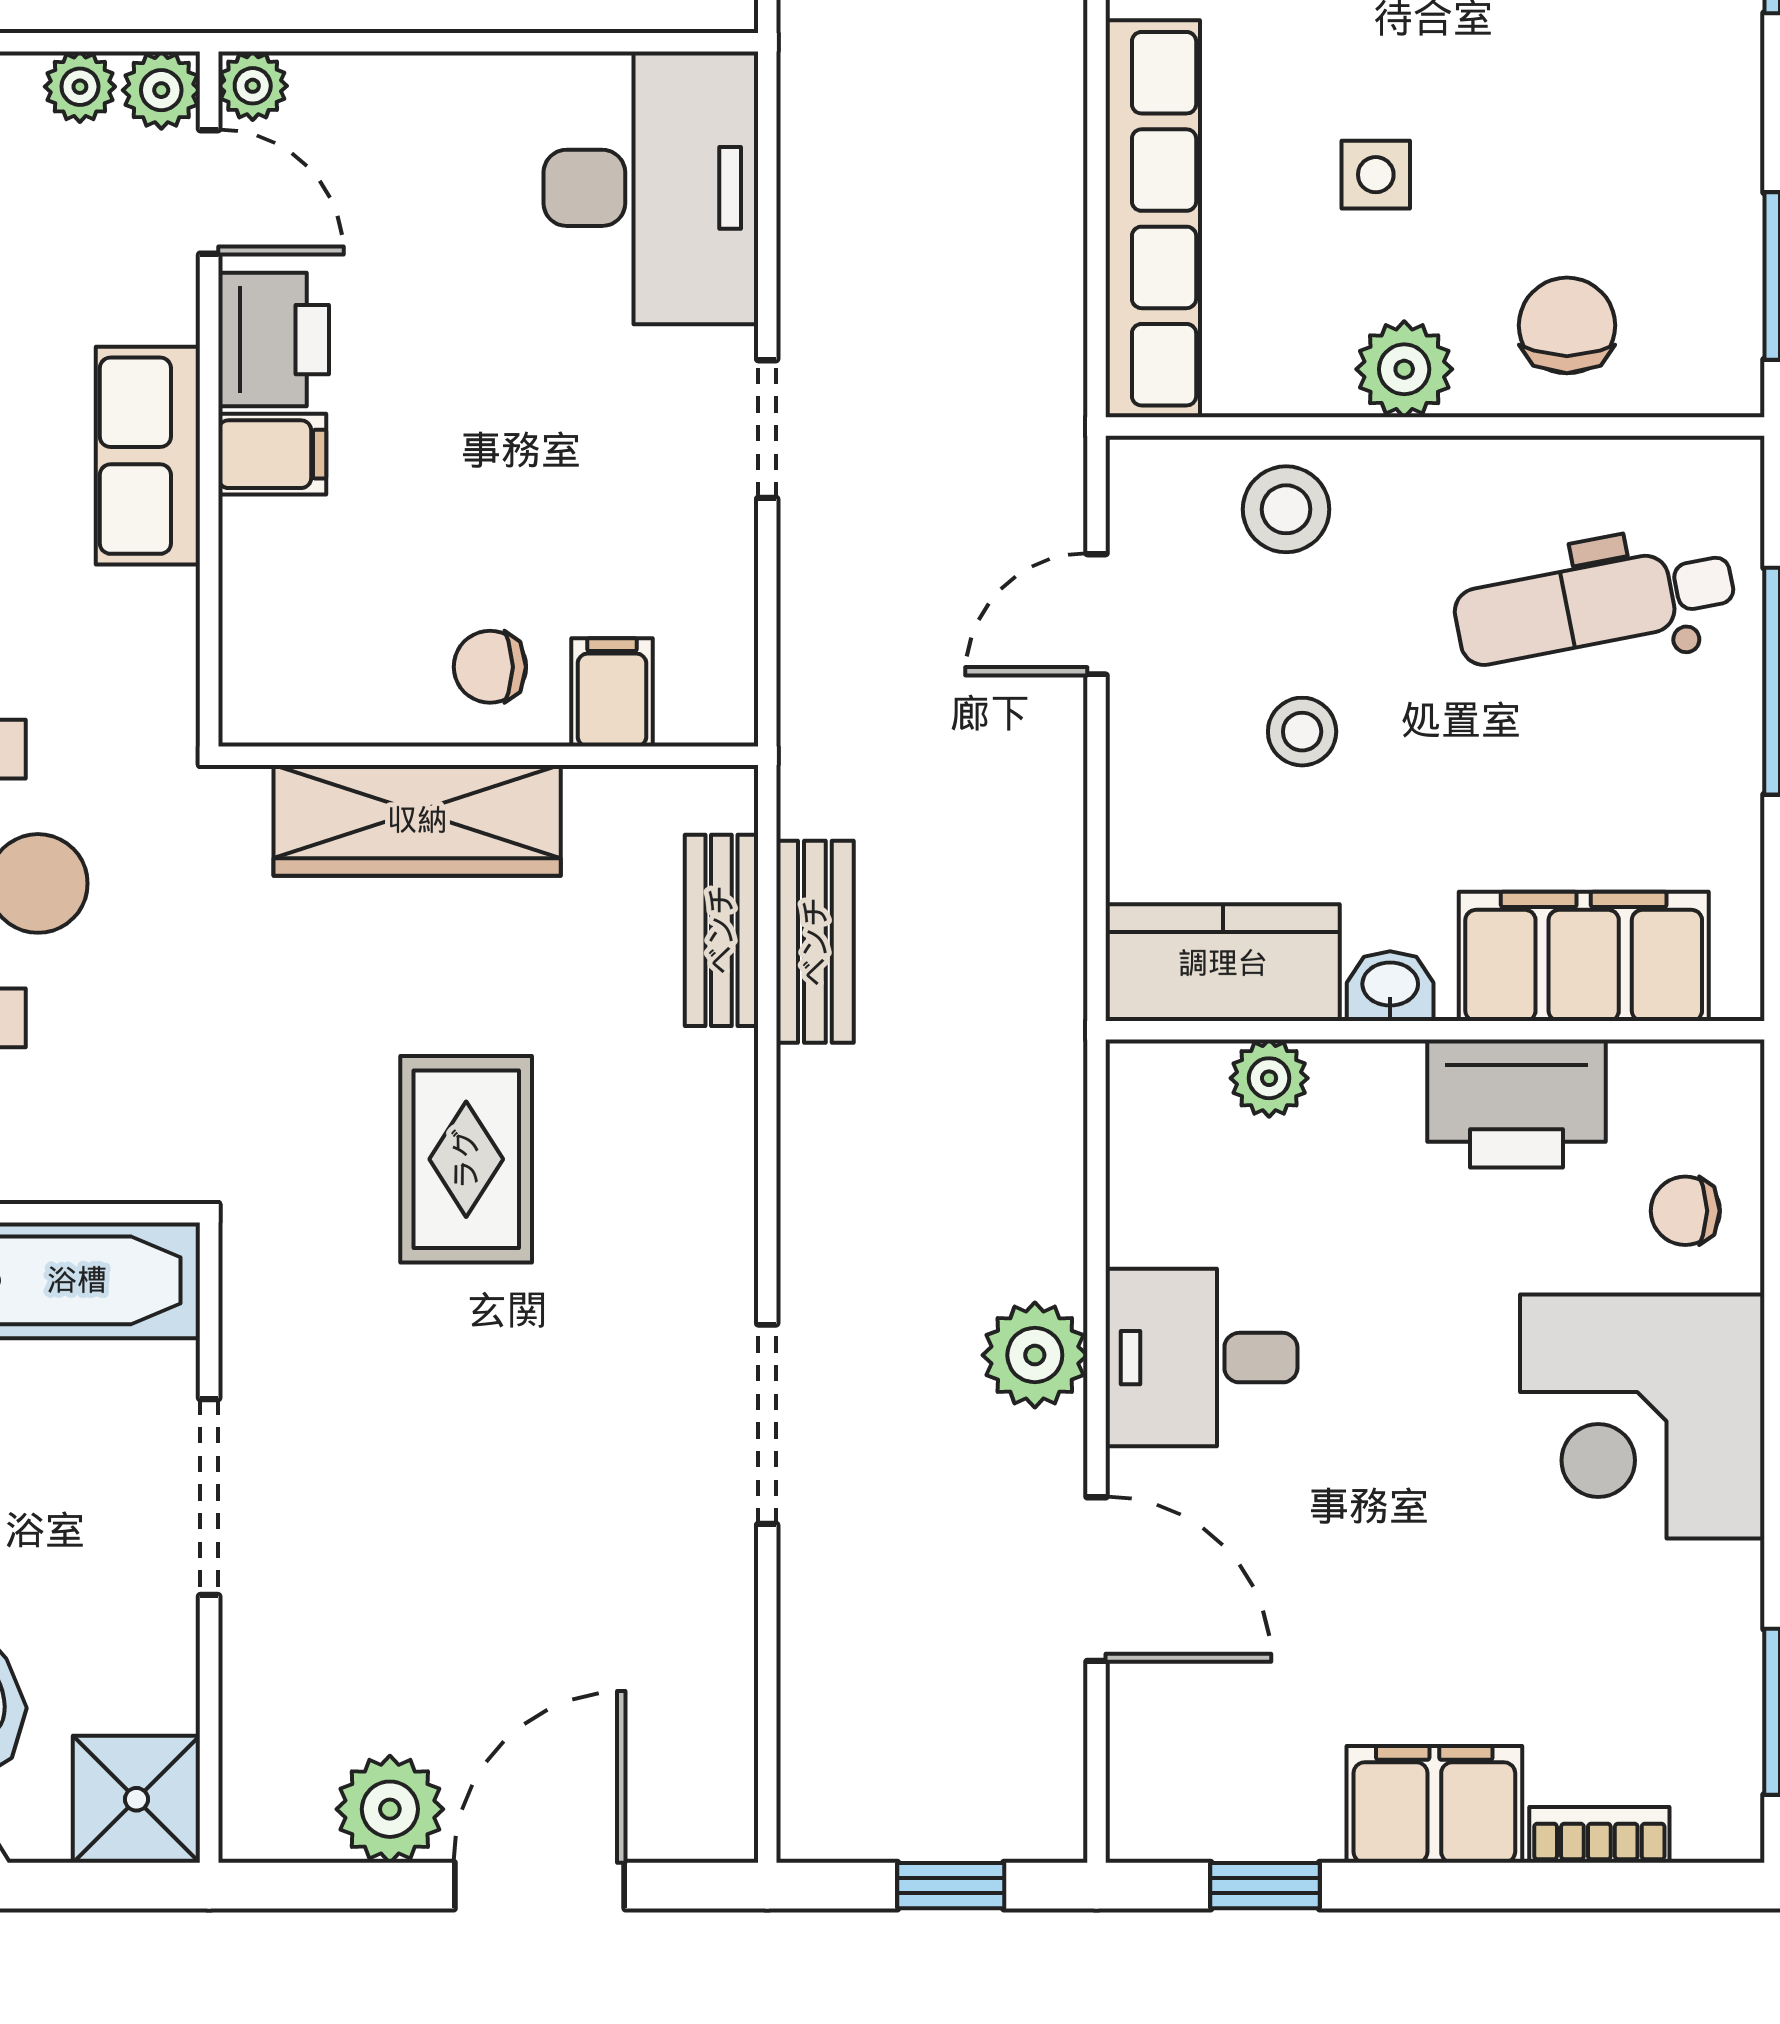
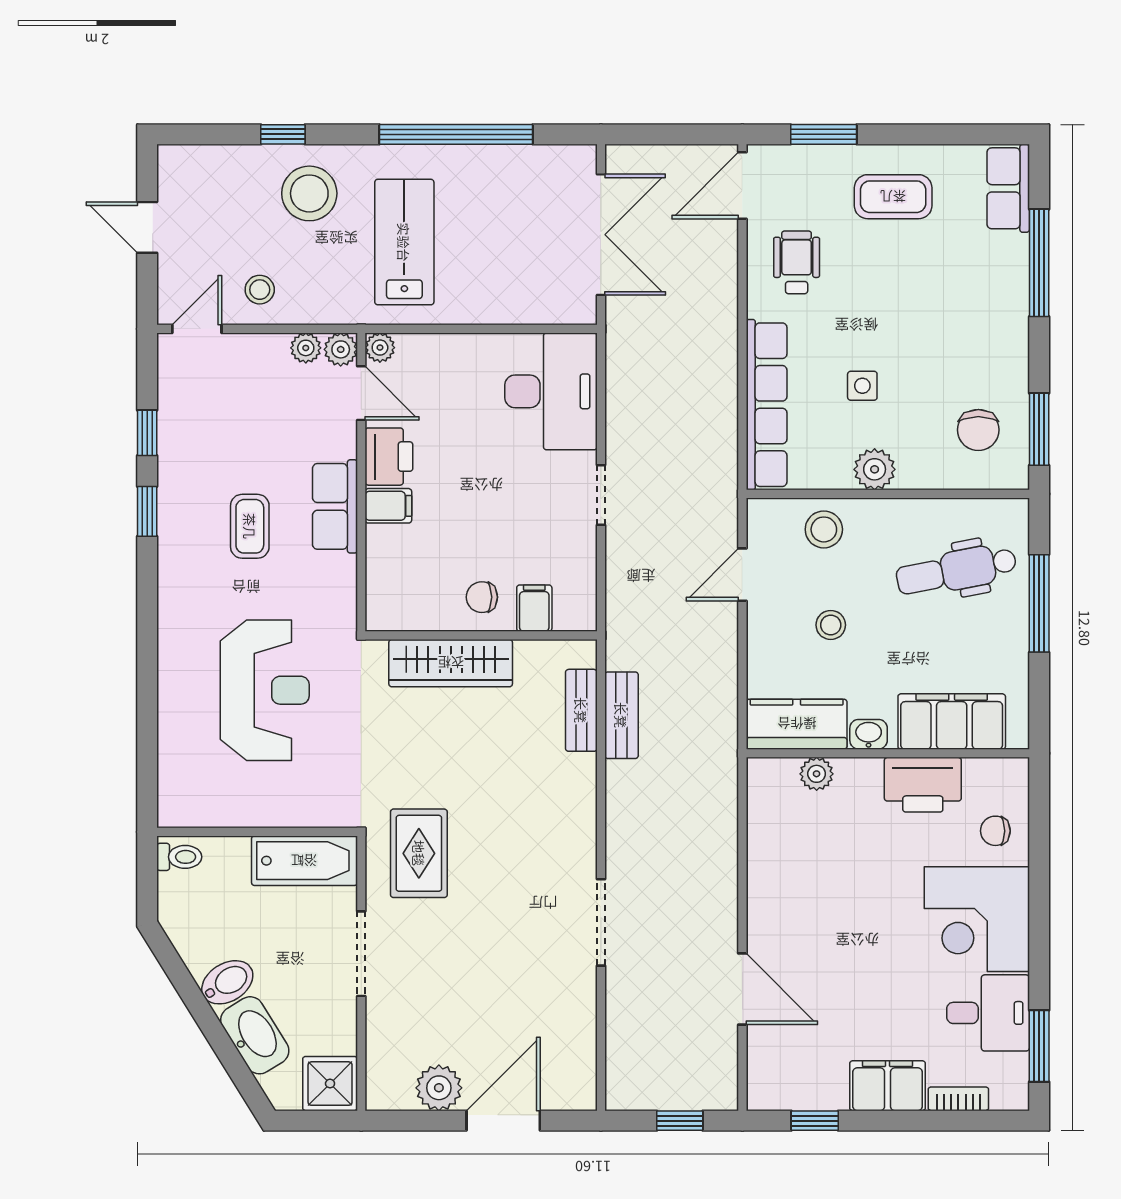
chair: (1567, 325) -> (978, 430), moved, turned 180
rug: (466, 1159) -> (419, 853), moved
plant: (1035, 1355) -> (716, 893), removed
desk: (1202, 1358) -> (988, 1013), moved, turned 180

